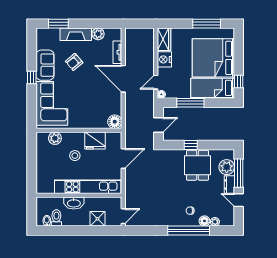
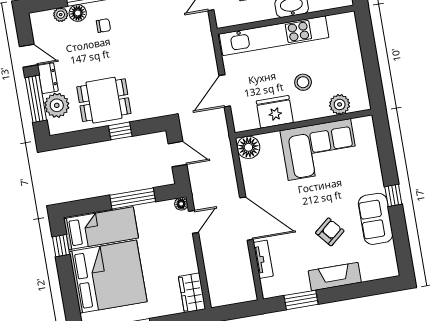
window: (58, 24) -> (301, 300), moved
plant: (98, 34) -> (299, 283), removed
nightstand: (164, 59) -> (186, 261), removed
corner sofa: (52, 103) -> (319, 150), moved, turned -90
door: (159, 125) -> (177, 154), swing flipped
dining table: (198, 165) -> (104, 100), turned 90

